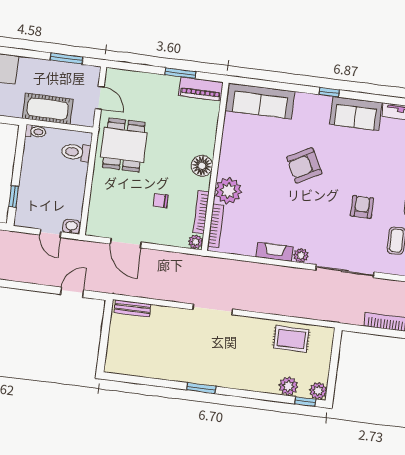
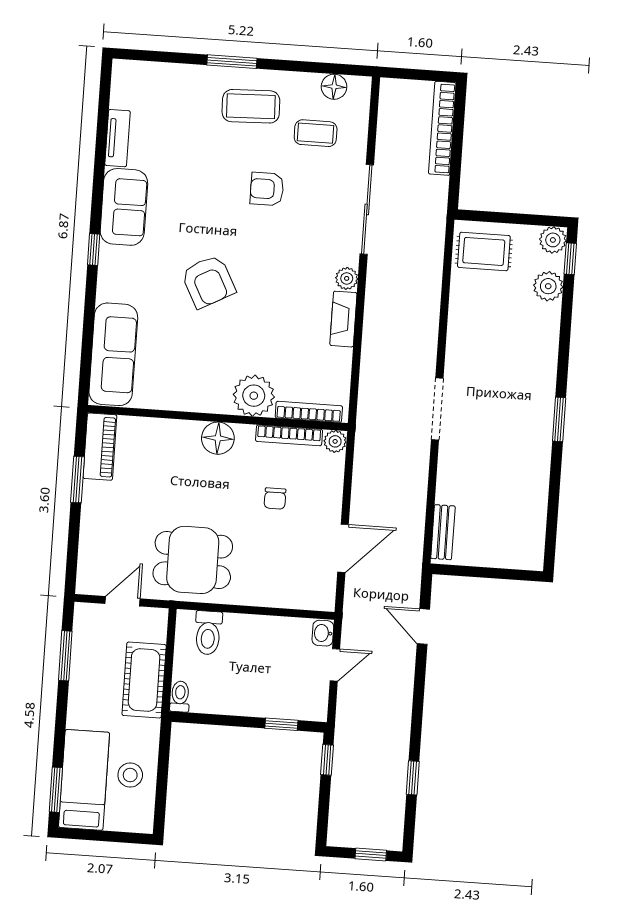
rug: (291, 339) -> (484, 251), moved, turned 90

